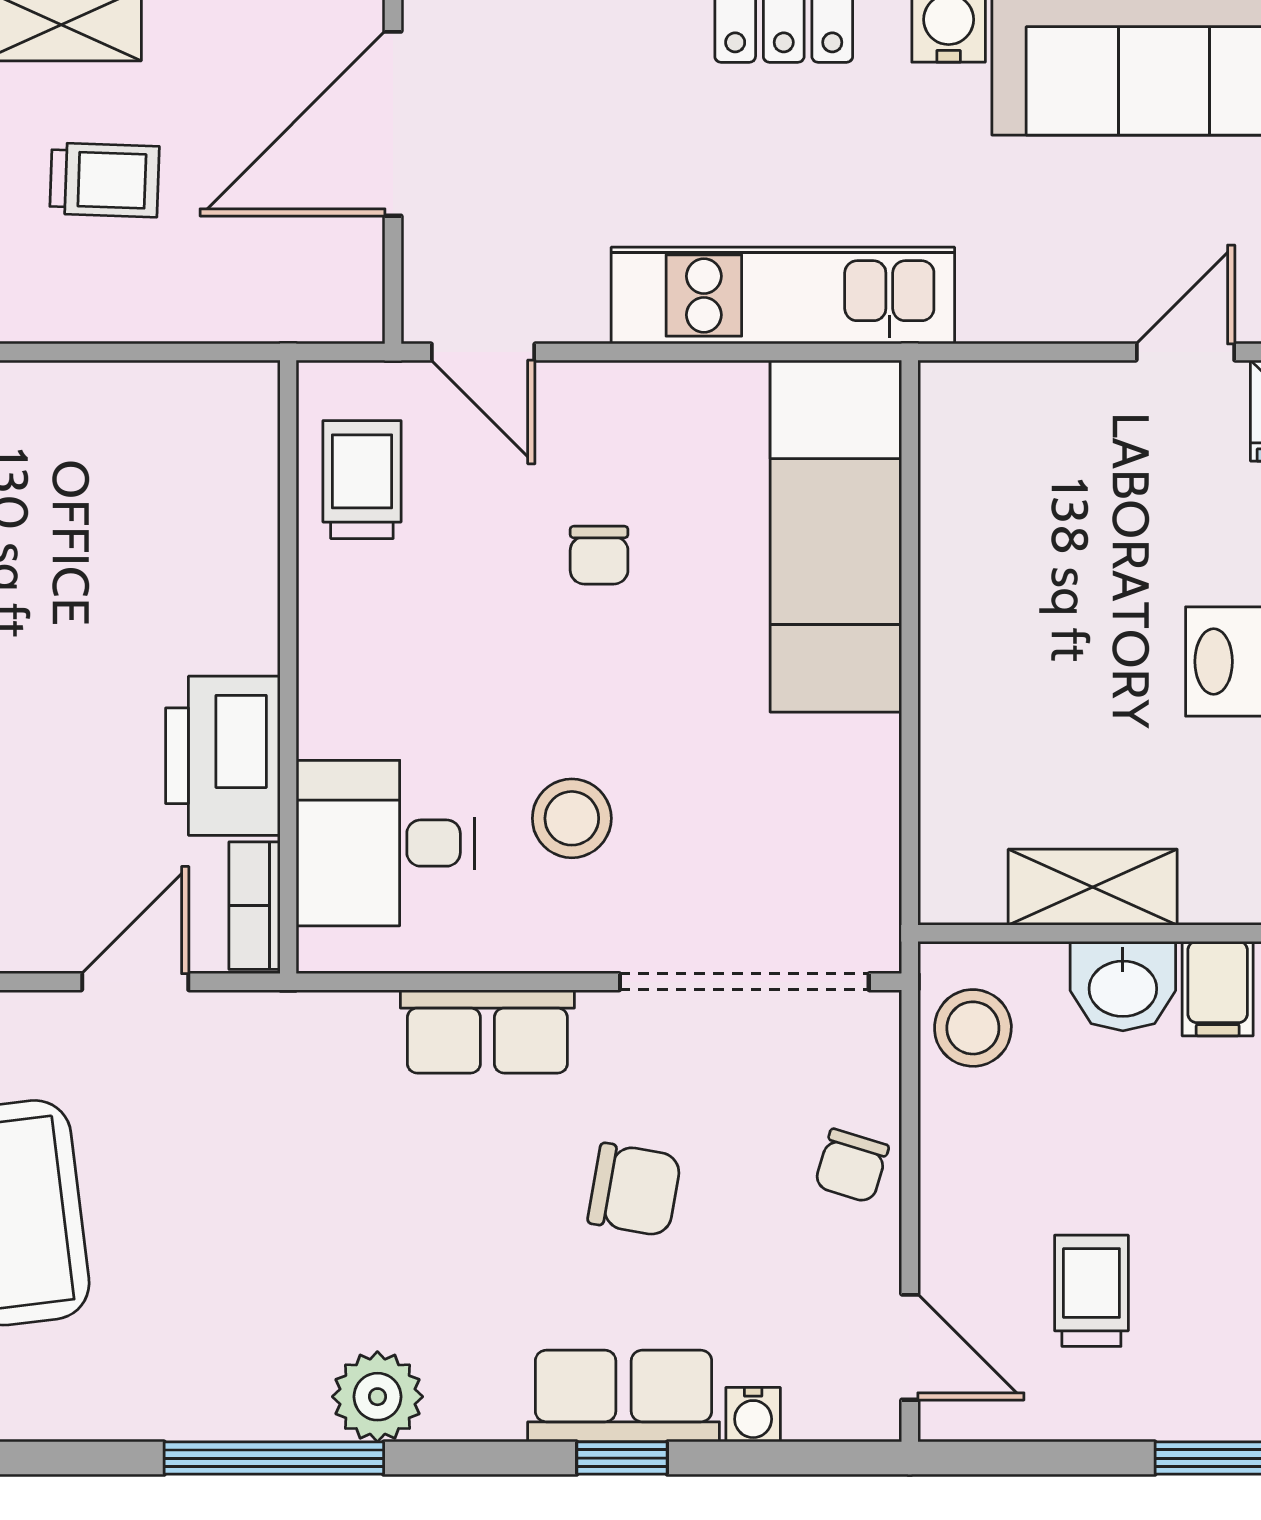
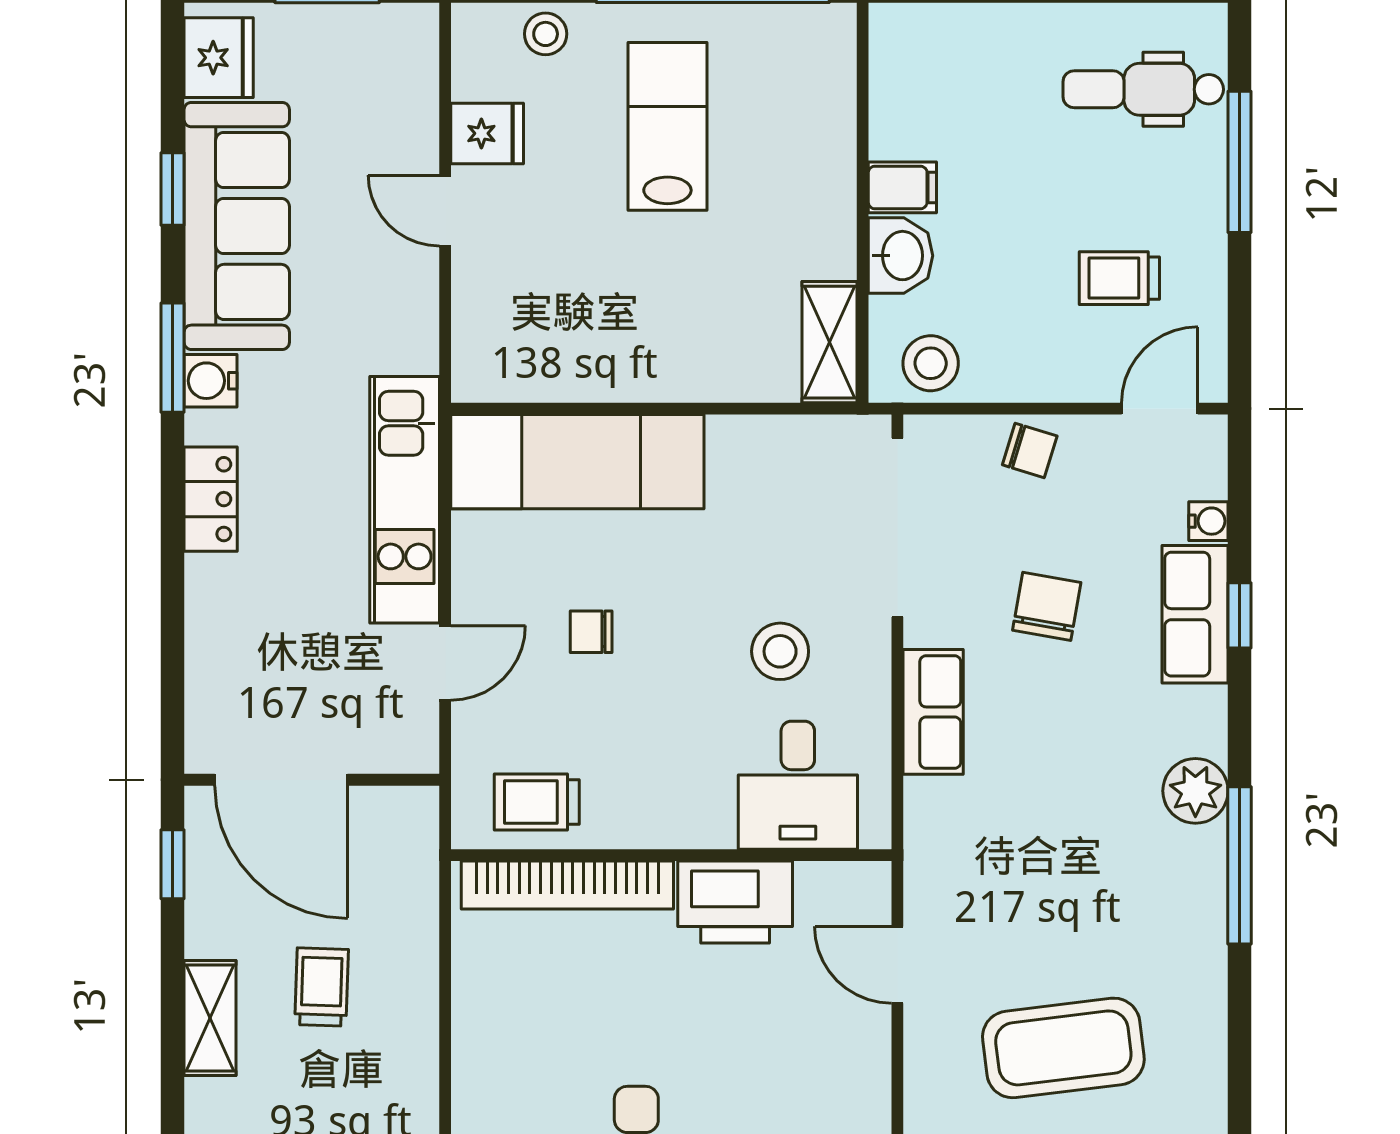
door: (483, 352) -> (445, 663), moved
chair: (599, 555) -> (591, 632), turned 180
shelving: (1093, 887) -> (830, 342), moved
bookcase: (254, 906) -> (567, 885), moved, width x2.31, depth x1.31

